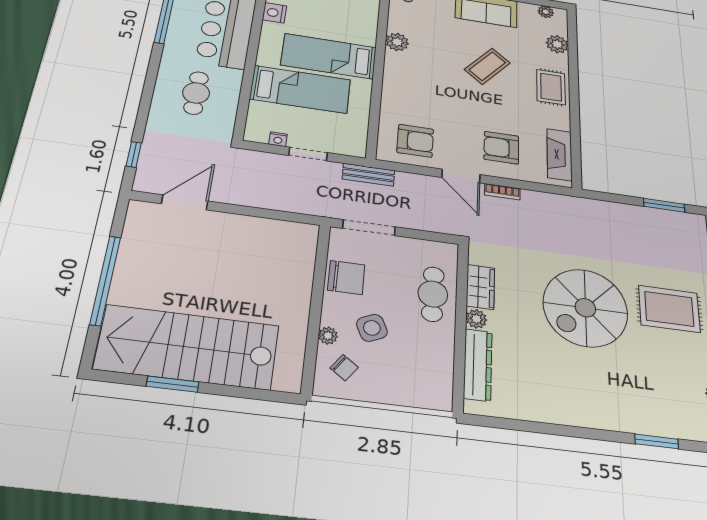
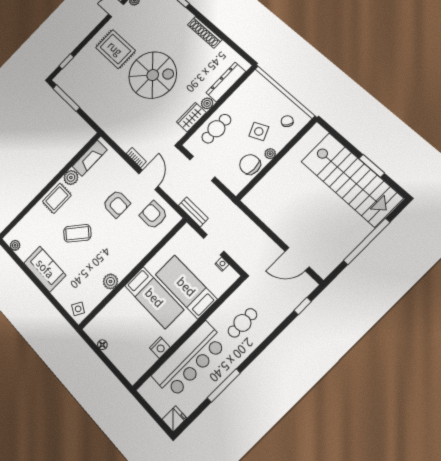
plant: (557, 44) -> (71, 177), moved
armchair: (501, 148) -> (116, 204), moved
window: (664, 205) -> (66, 98), width x1.44
doorway: (369, 228) -> (202, 168), moved
plant: (328, 336) -> (270, 154), moved
shoe rack: (574, 416) -> (205, 32), added

